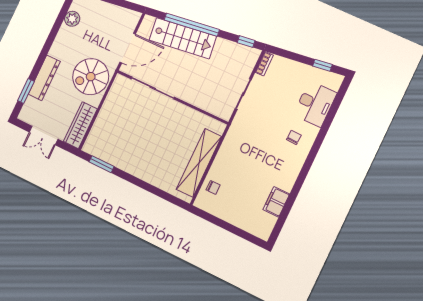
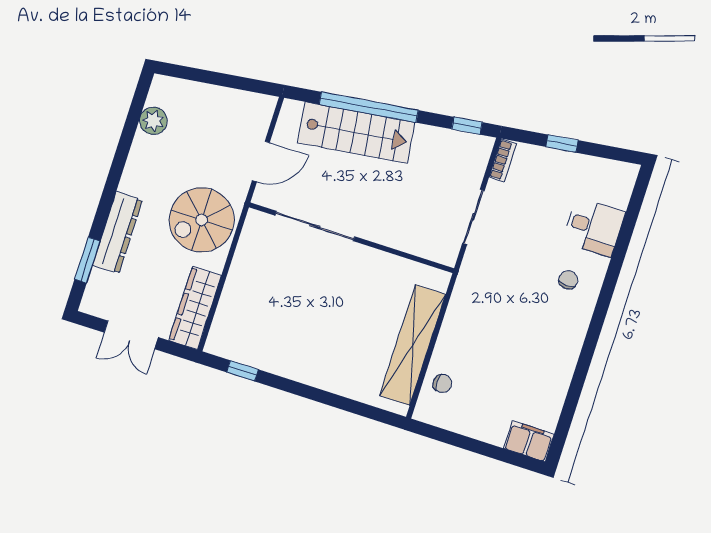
door: (128, 48) -> (261, 162), width x0.73
window: (322, 65) -> (562, 144), moved
desk: (315, 104) -> (594, 227), width x0.73
window: (102, 164) -> (243, 371), width x0.67
filing cabinet: (276, 202) -> (529, 441), moved, turned 90

